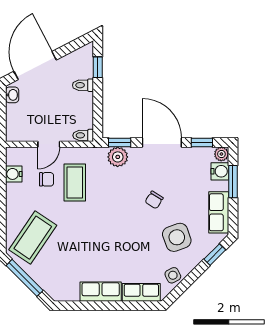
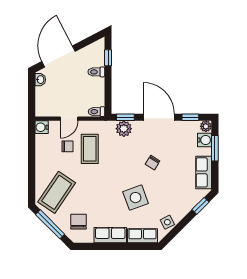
water cooler: (14, 174) -> (42, 127), moved
side table: (177, 237) -> (136, 198), moved
chair: (60, 274) -> (78, 222), added

